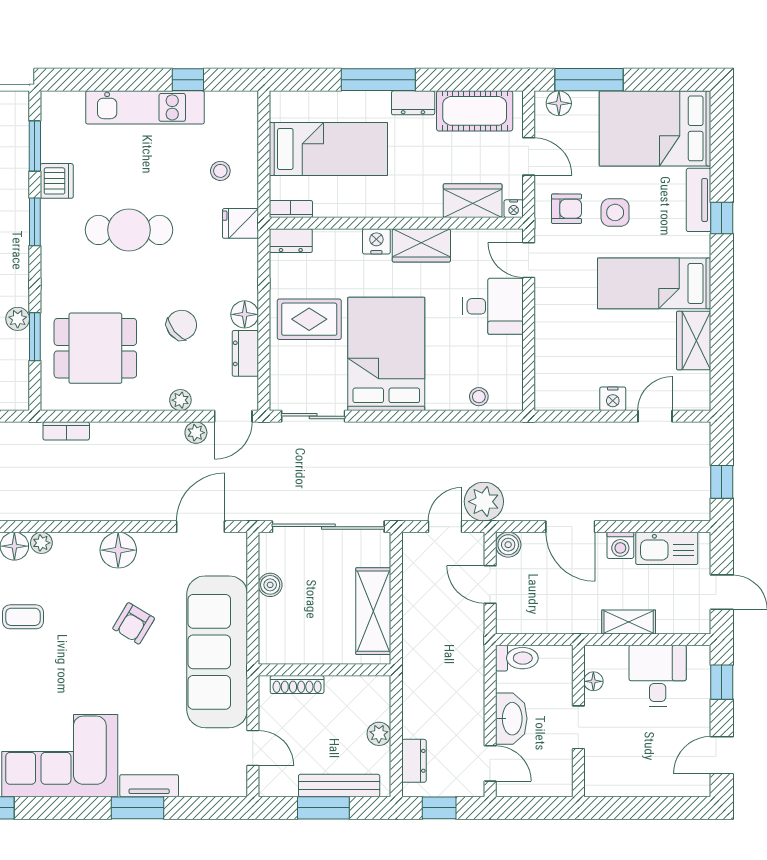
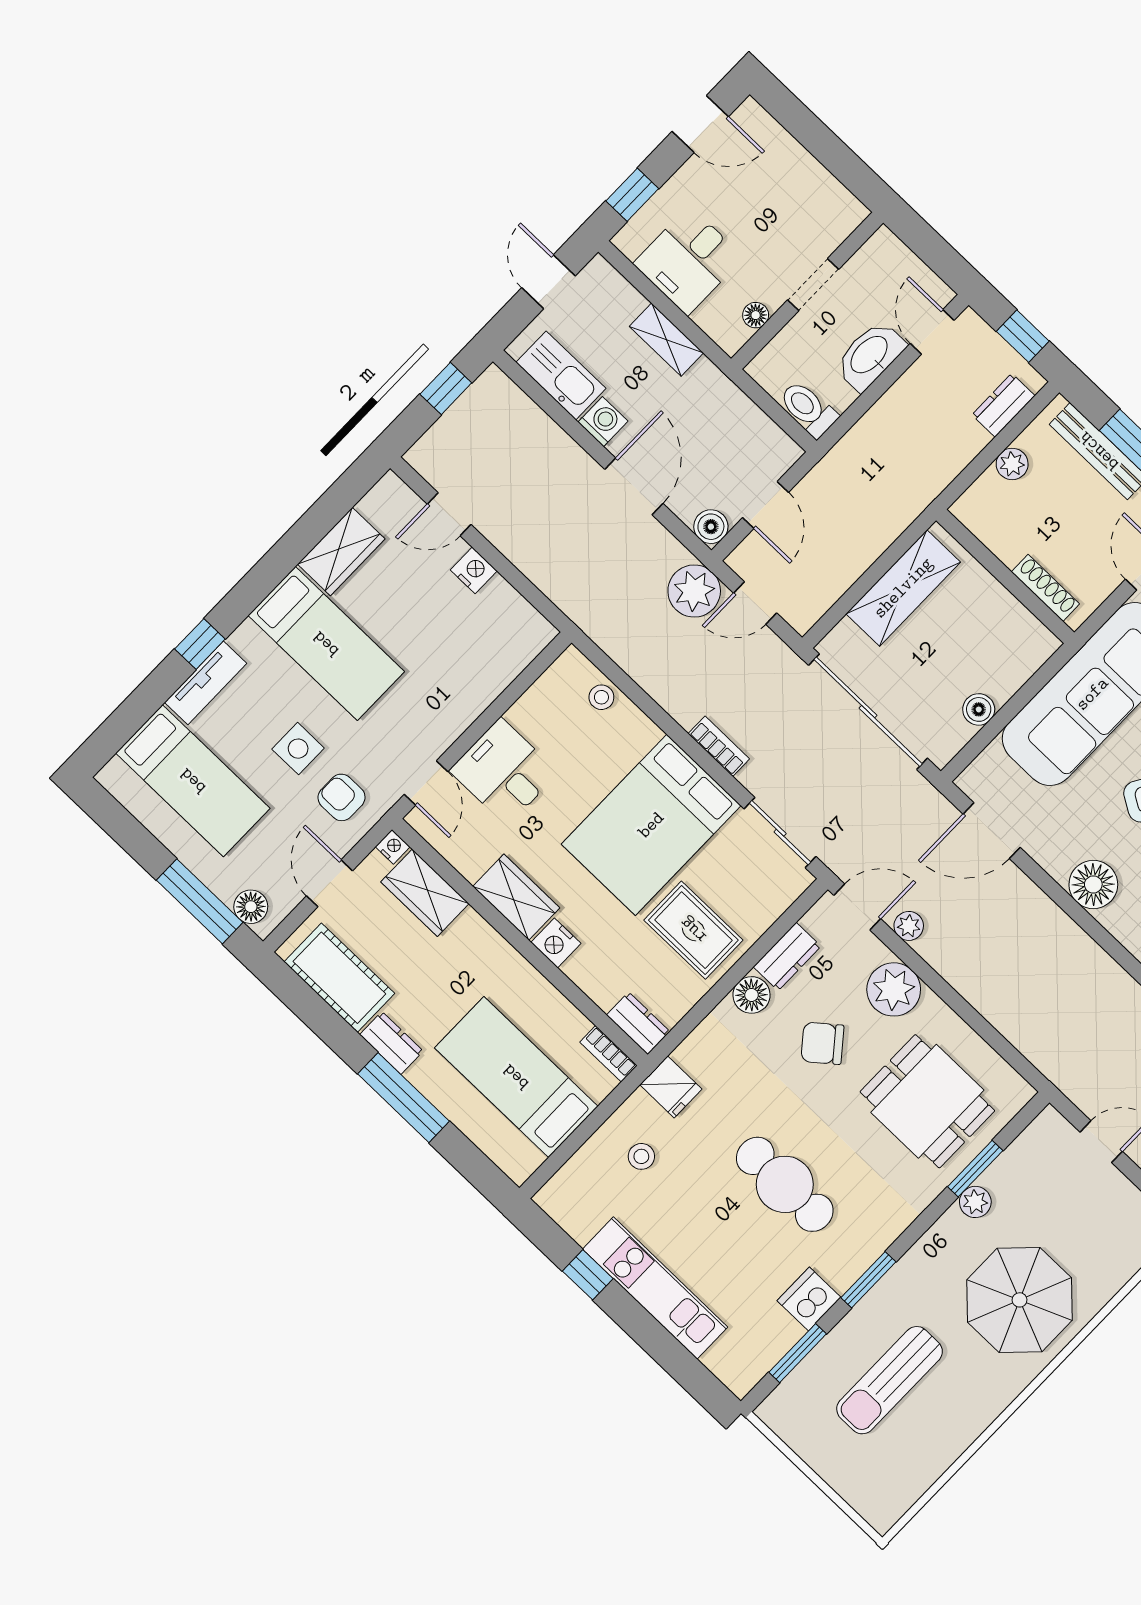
bed: (655, 128) -> (193, 781), width x0.67
plant: (180, 400) -> (894, 989), width x1.87, depth x1.87
bookcase: (66, 431) -> (719, 746), moved

